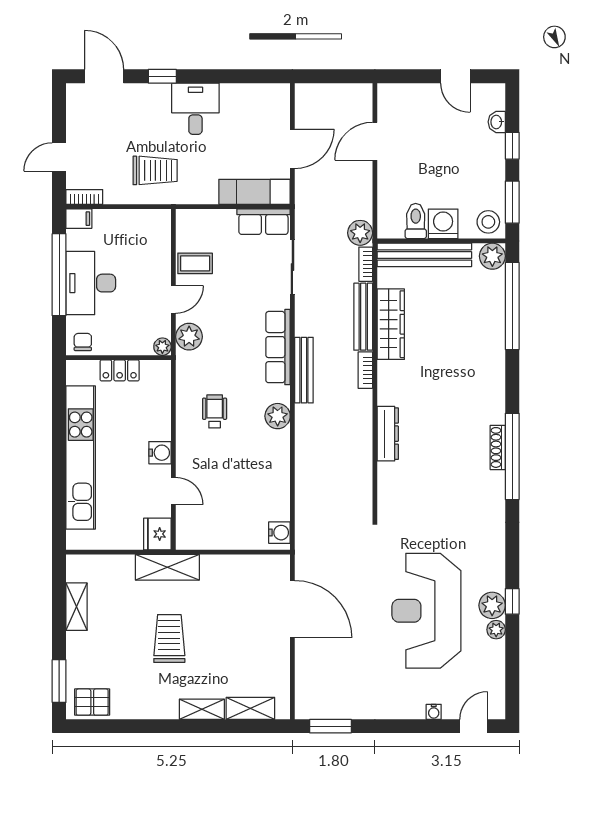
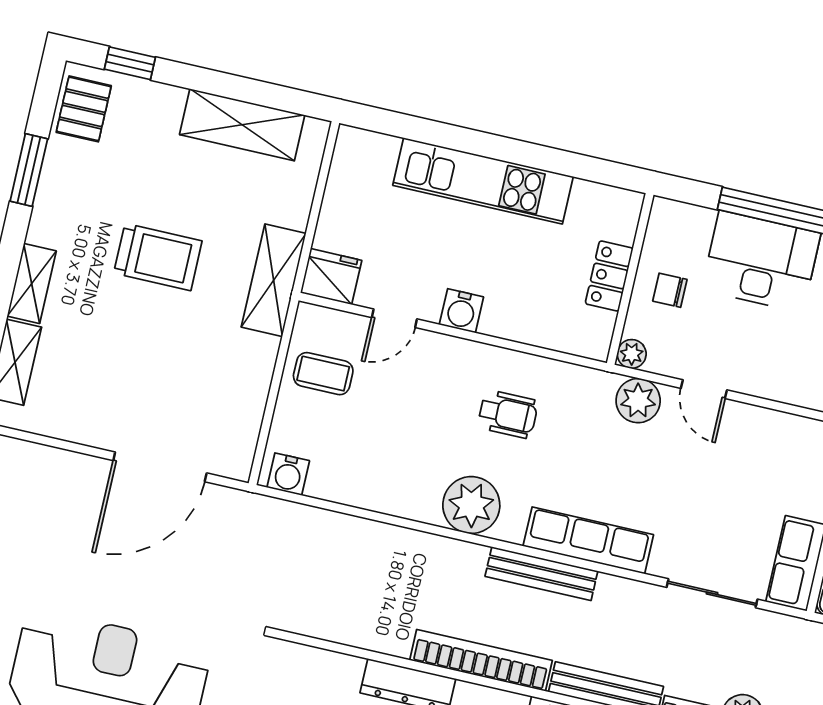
coffee table: (195, 263) -> (323, 374), moved, turned 90
chair: (83, 342) -> (670, 290), moved, turned 180
bookcase: (365, 370) -> (481, 660), width x2.31, depth x1.31
plant: (278, 416) -> (471, 505), width x1.36, depth x1.36
kitchen unit: (81, 457) -> (483, 181), width x0.73
shelving: (77, 607) -> (242, 125), width x1.50, depth x1.33
window: (59, 681) -> (130, 63), width x0.67
window: (135, 726) -> (29, 170), added

